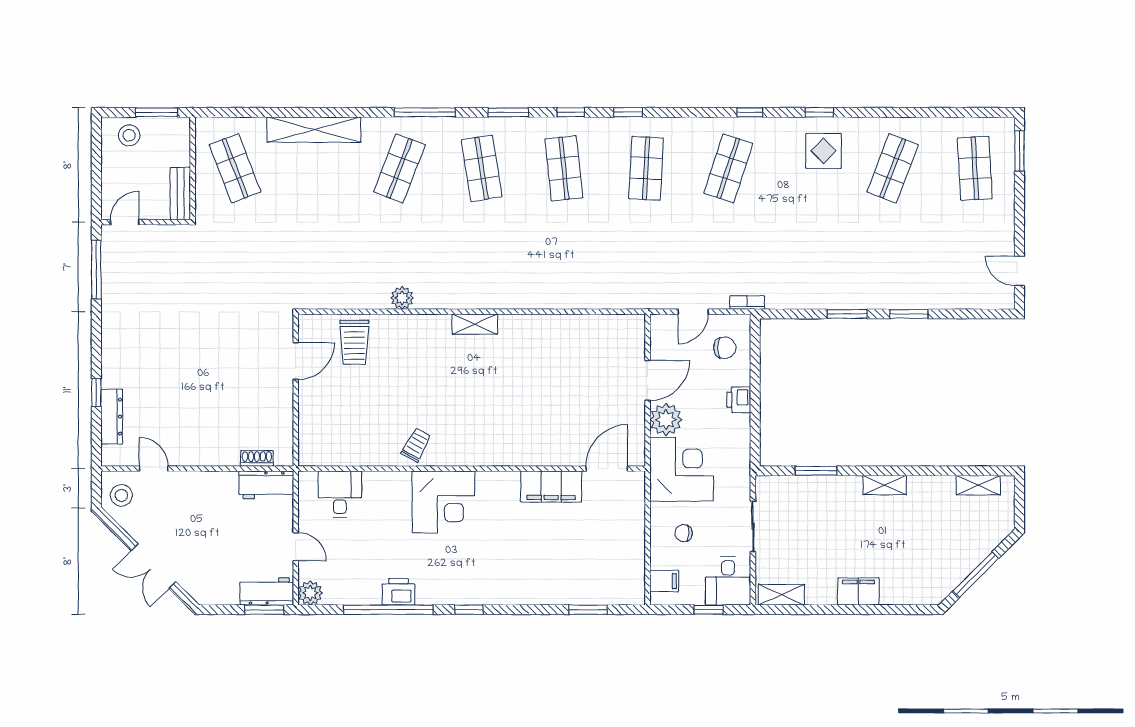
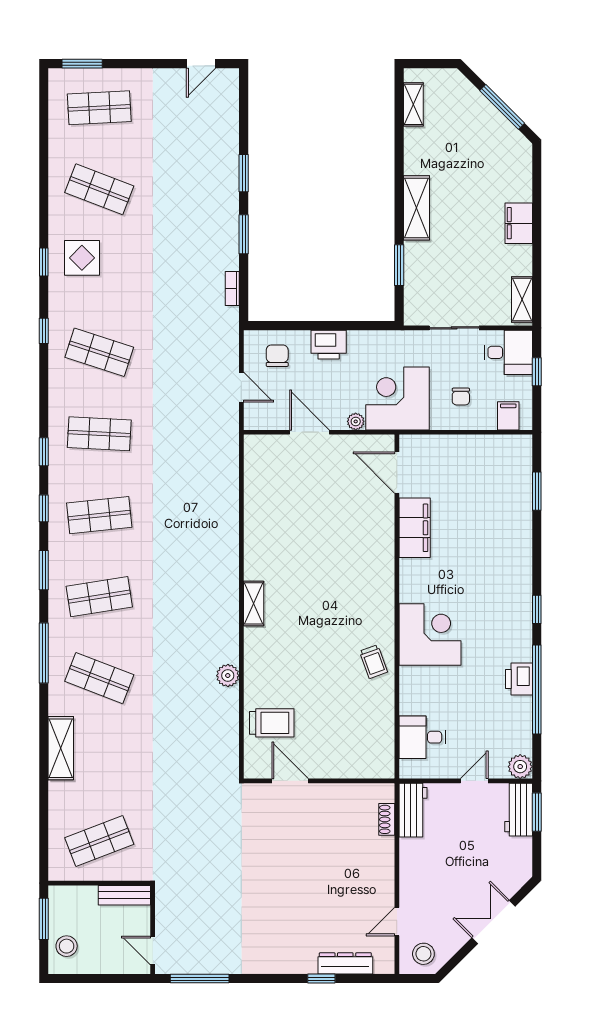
shelving: (314, 130) -> (61, 748), width x0.68
bookcase: (747, 303) -> (232, 289), moved
printer: (739, 400) -> (329, 345), width x1.36, depth x1.24
plant: (666, 419) -> (356, 421), width x0.53, depth x0.53
trolley: (416, 445) -> (373, 662), turned -139
shelving: (885, 485) -> (416, 208), width x1.50, depth x1.33
double door: (153, 566) -> (494, 922), swing flipped

